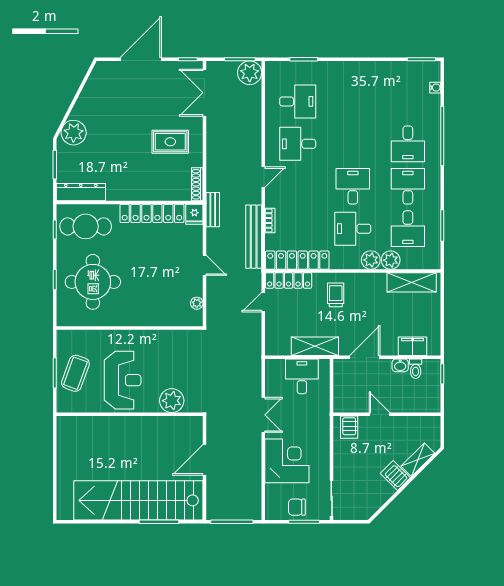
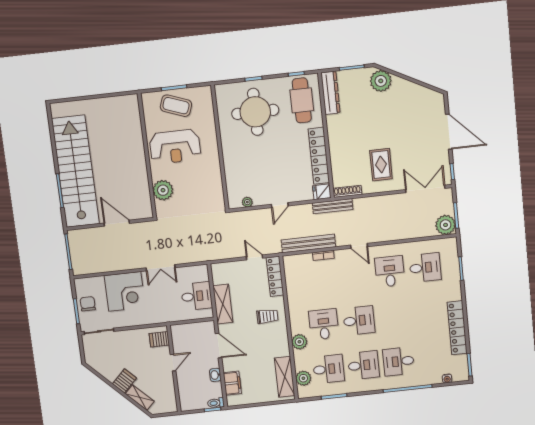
desk: (298, 101) -> (425, 268), turned -90
bench: (213, 210) -> (333, 206), width x1.36
desk: (408, 229) -> (329, 369), turned 180
locker: (297, 260) -> (457, 328), moved, turned 180
plant: (391, 260) -> (303, 378), moved
toilet: (416, 369) -> (216, 403), moved

